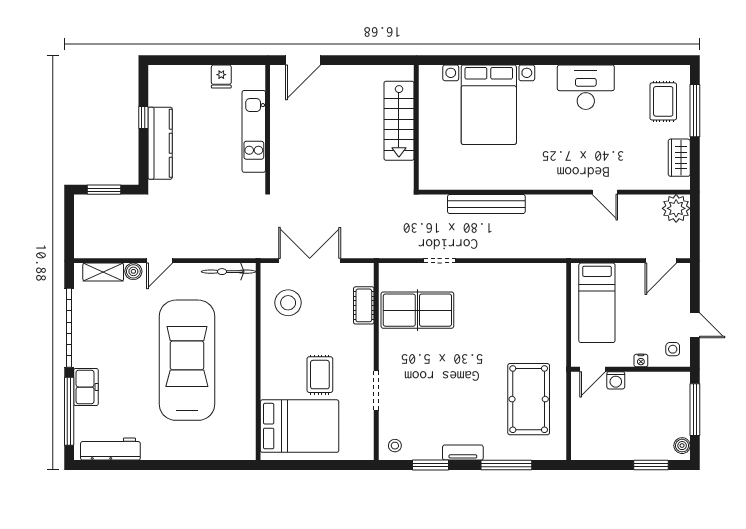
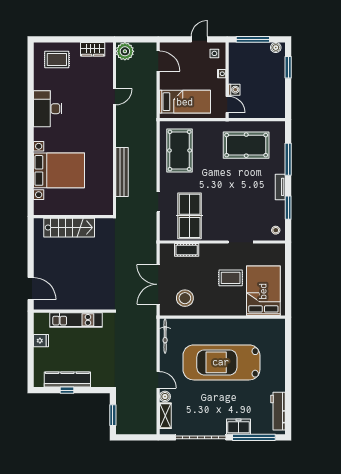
window: (695, 111) -> (63, 39), removed
kitchen counter: (160, 143) -> (67, 379), moved
pool table: (520, 294) -> (180, 150), added

